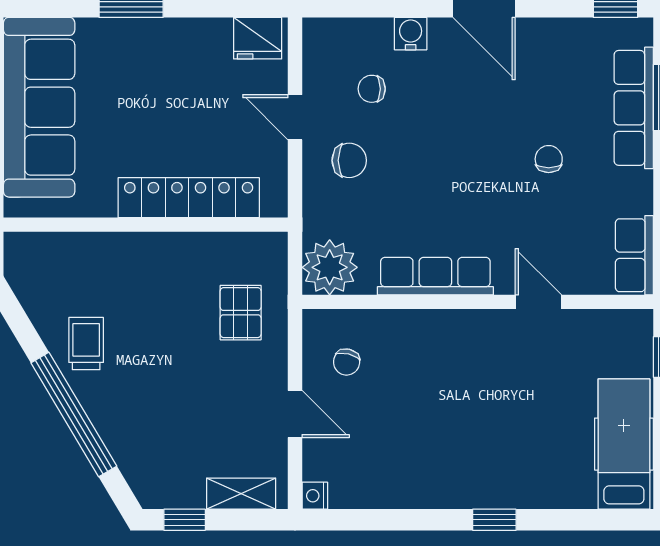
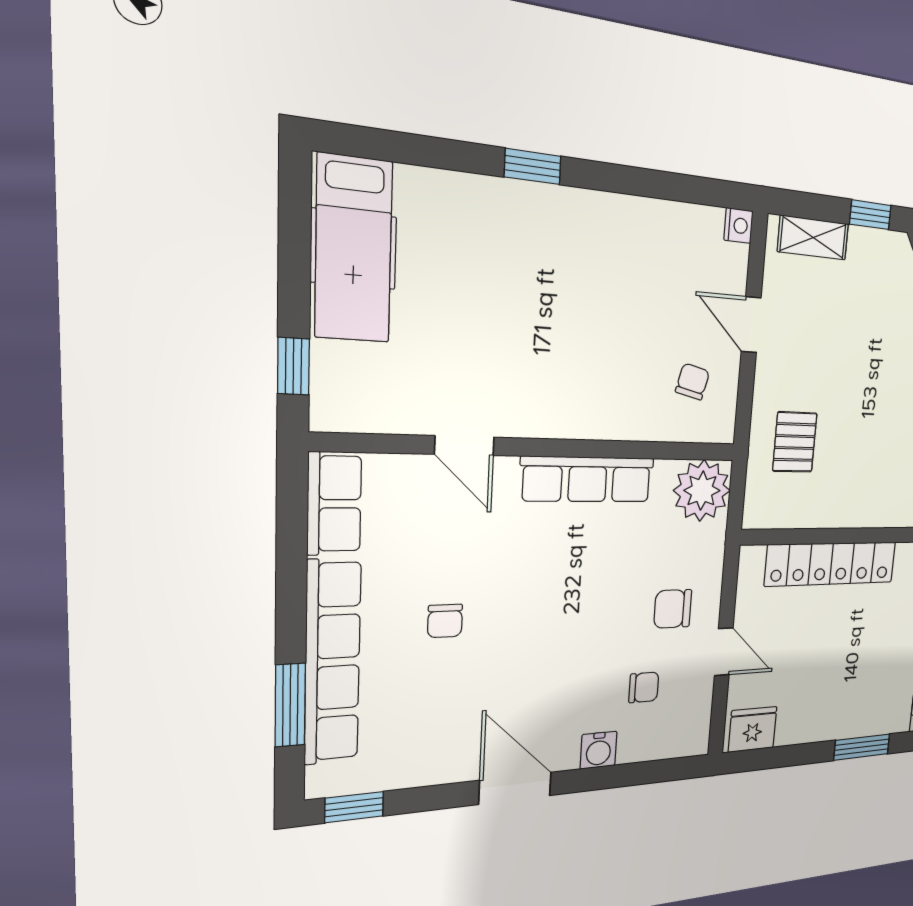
row of seats: (634, 108) -> (333, 662), width x1.36

